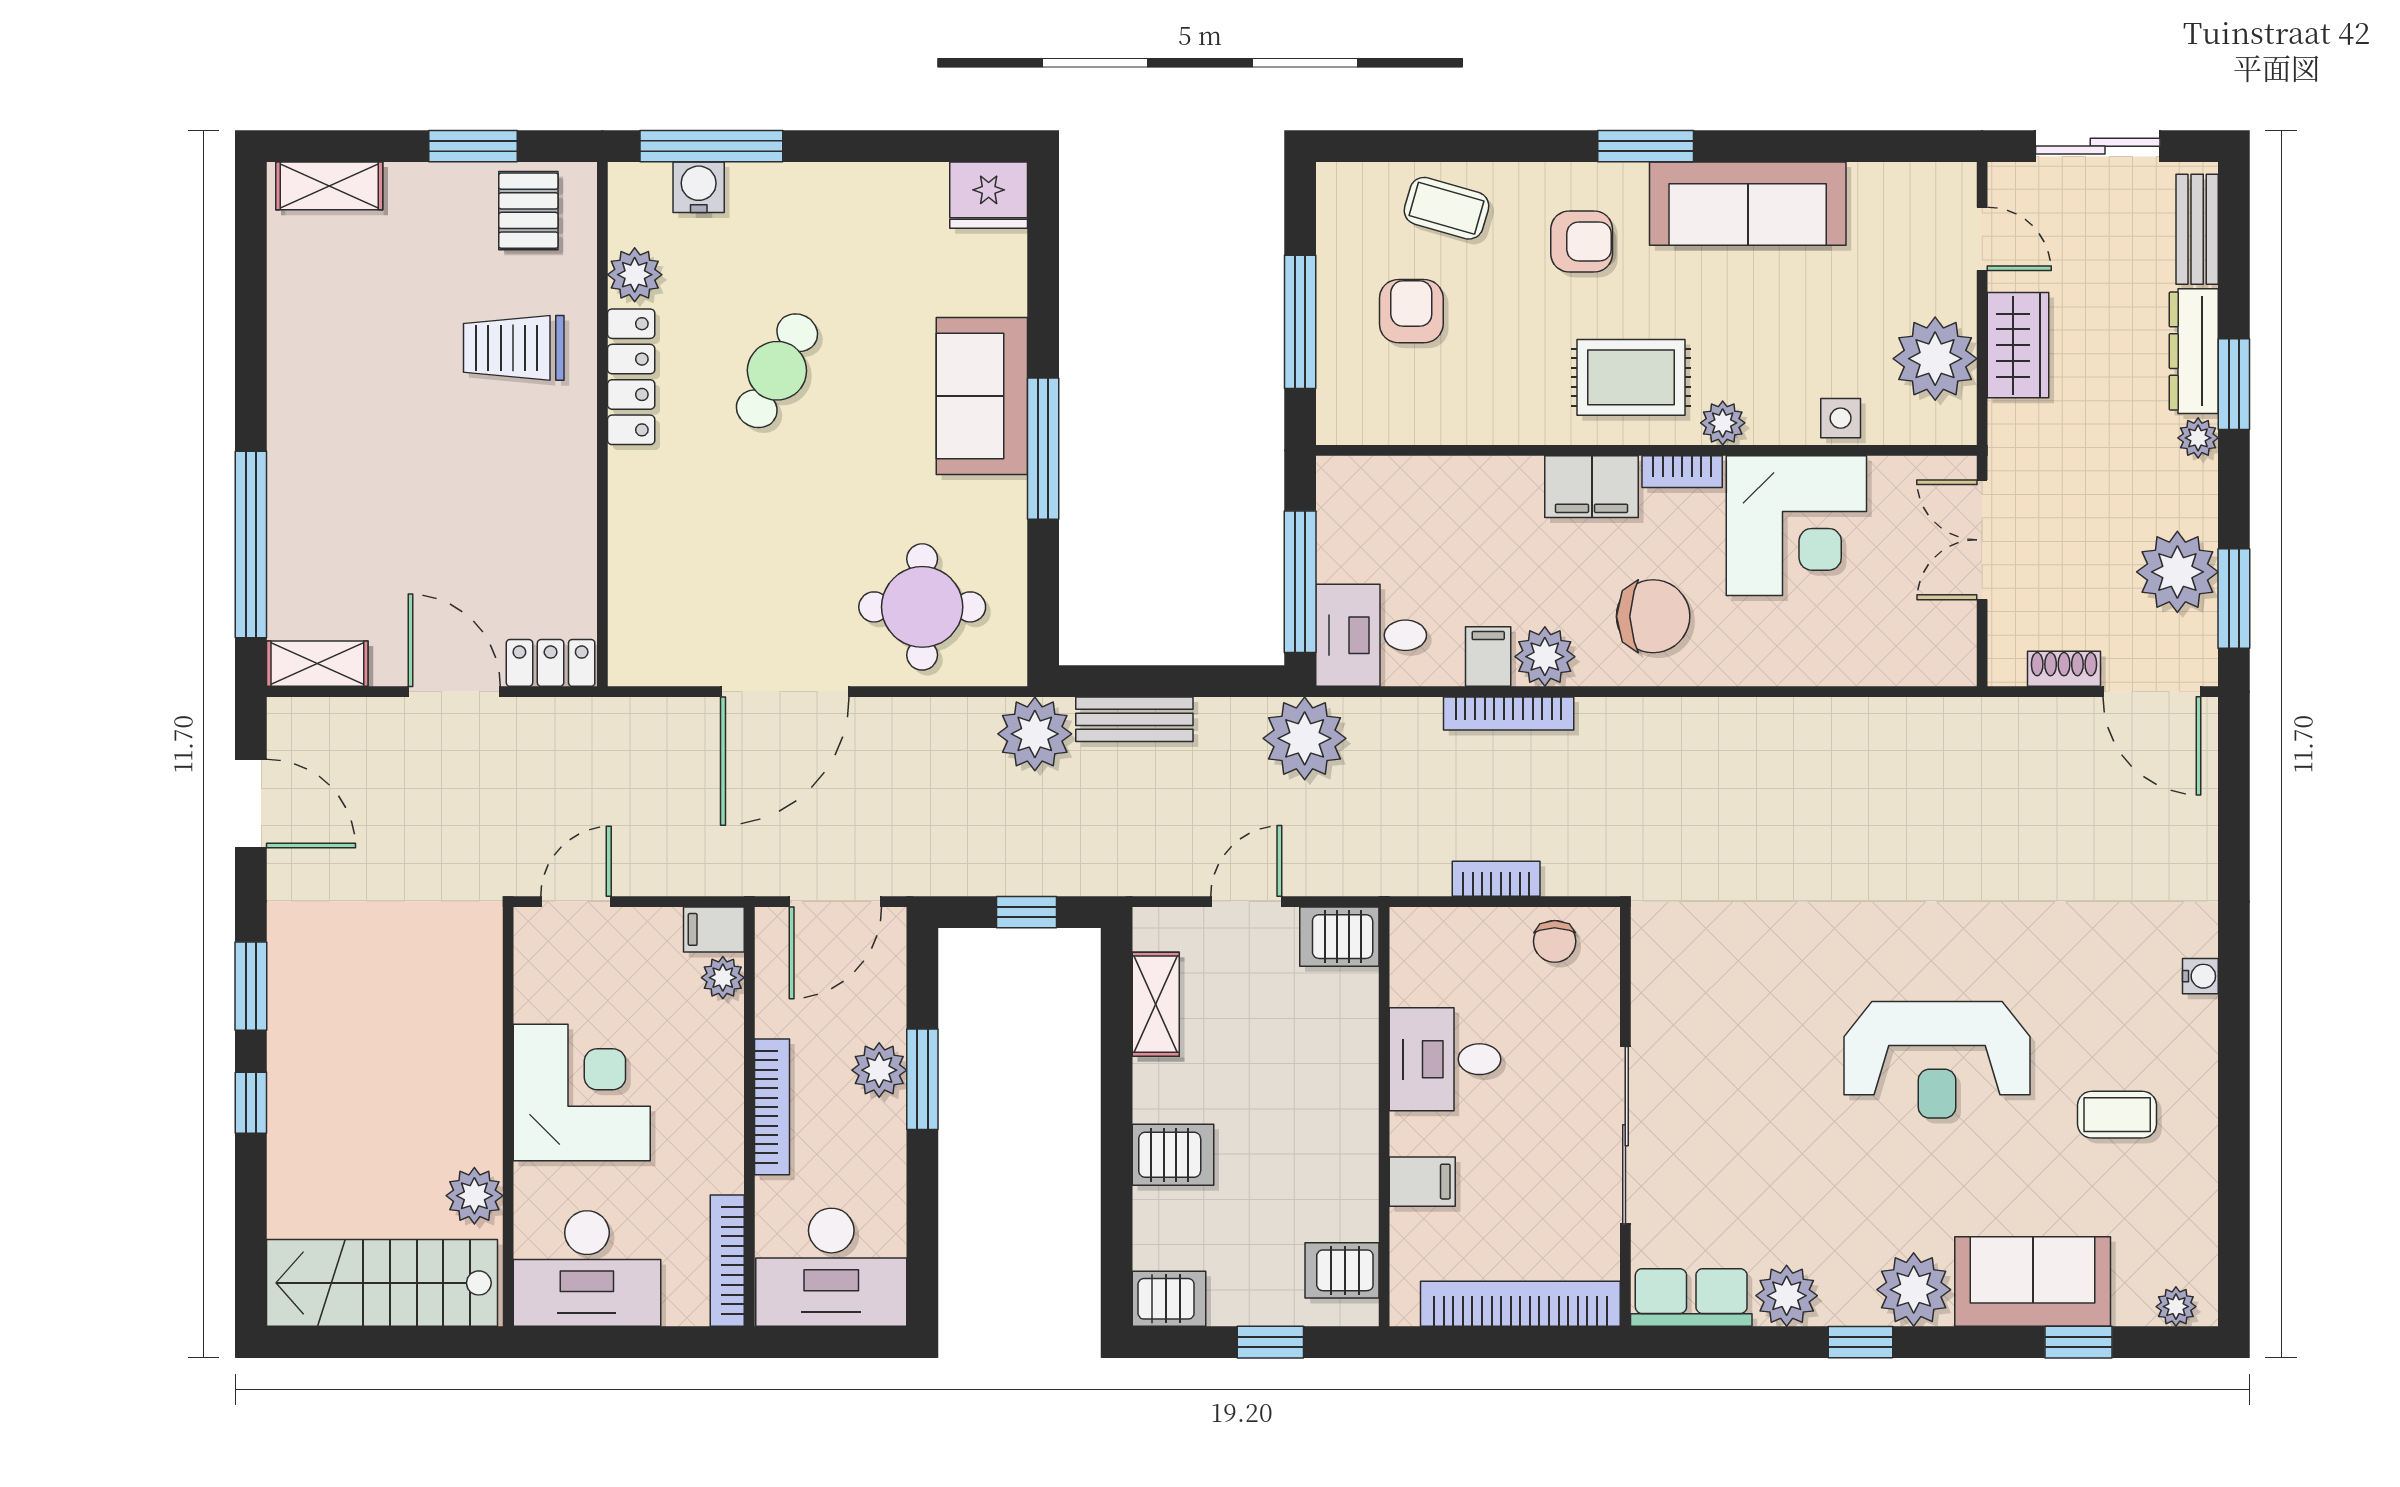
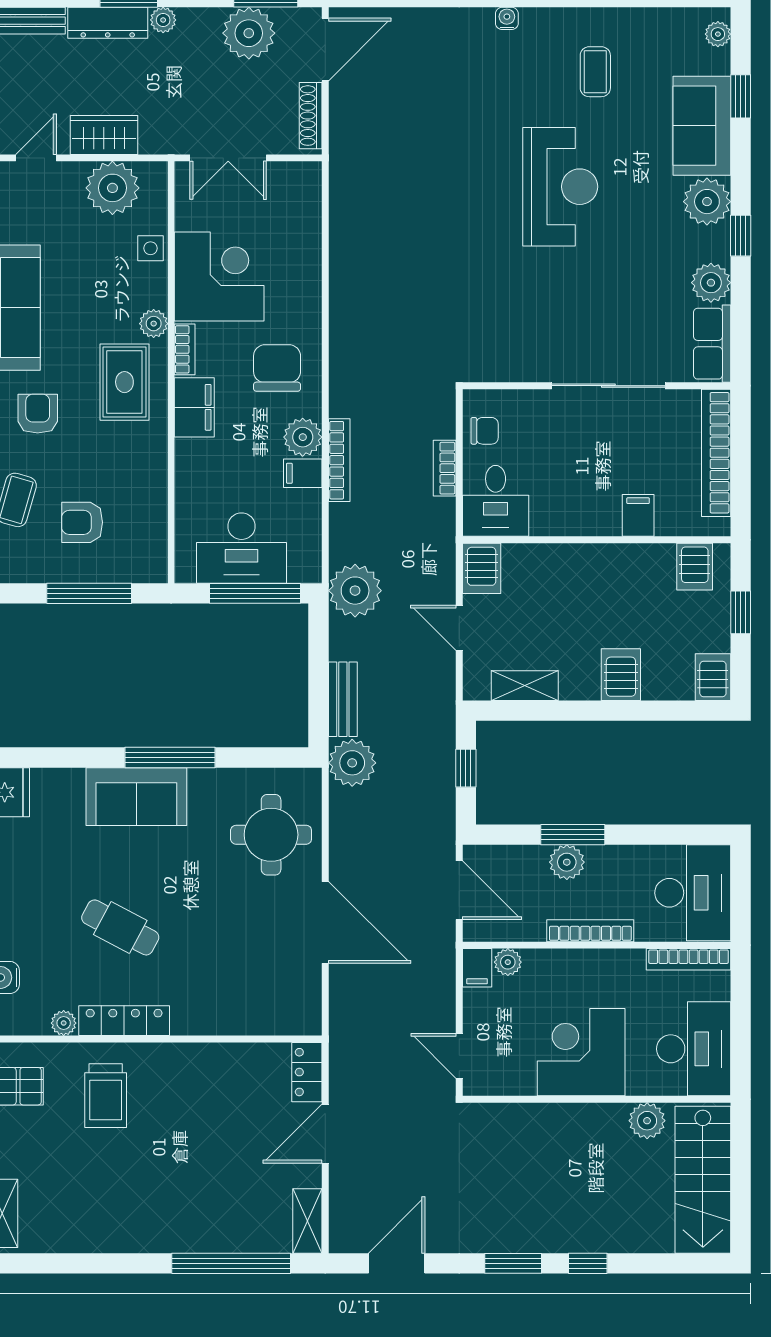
plant: (635, 275) -> (64, 1023), width x0.73, depth x0.73
desk: (1371, 635) -> (242, 548), moved, width x1.37
shoe rack: (2064, 669) -> (311, 116), width x1.43
desk: (1445, 1059) -> (496, 501), moved

